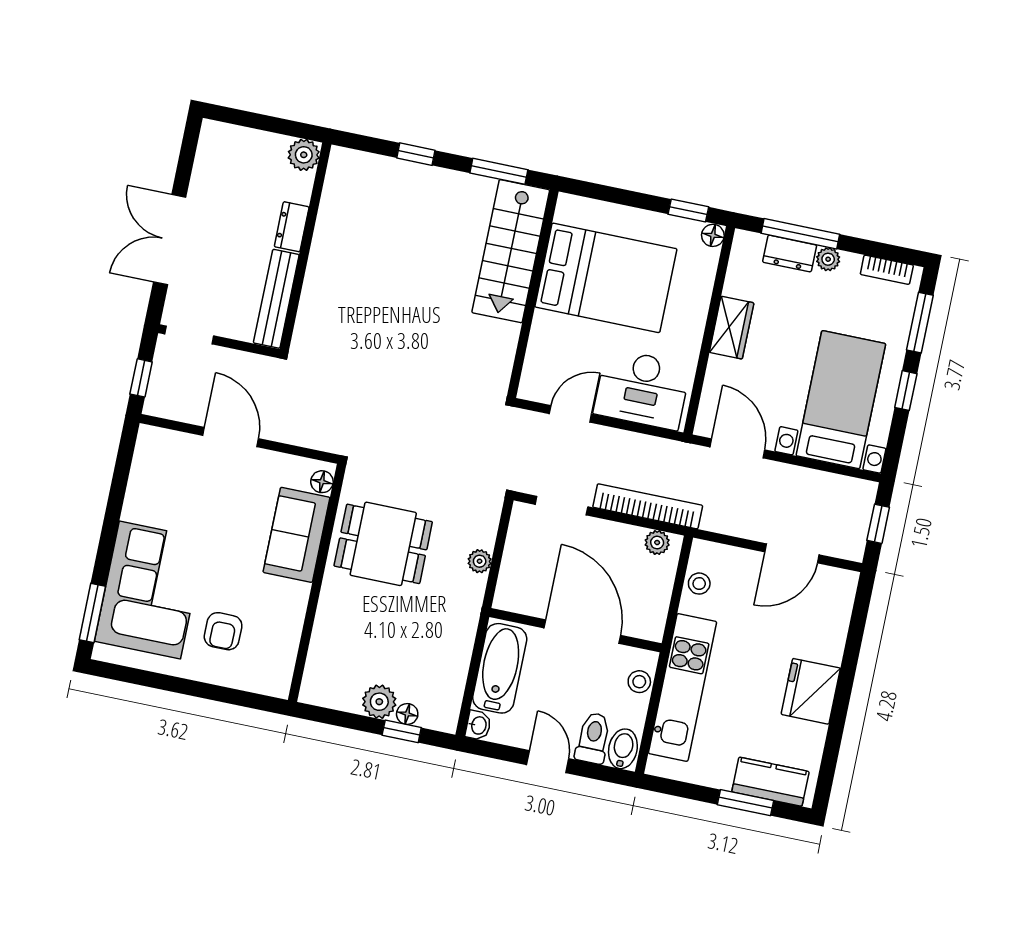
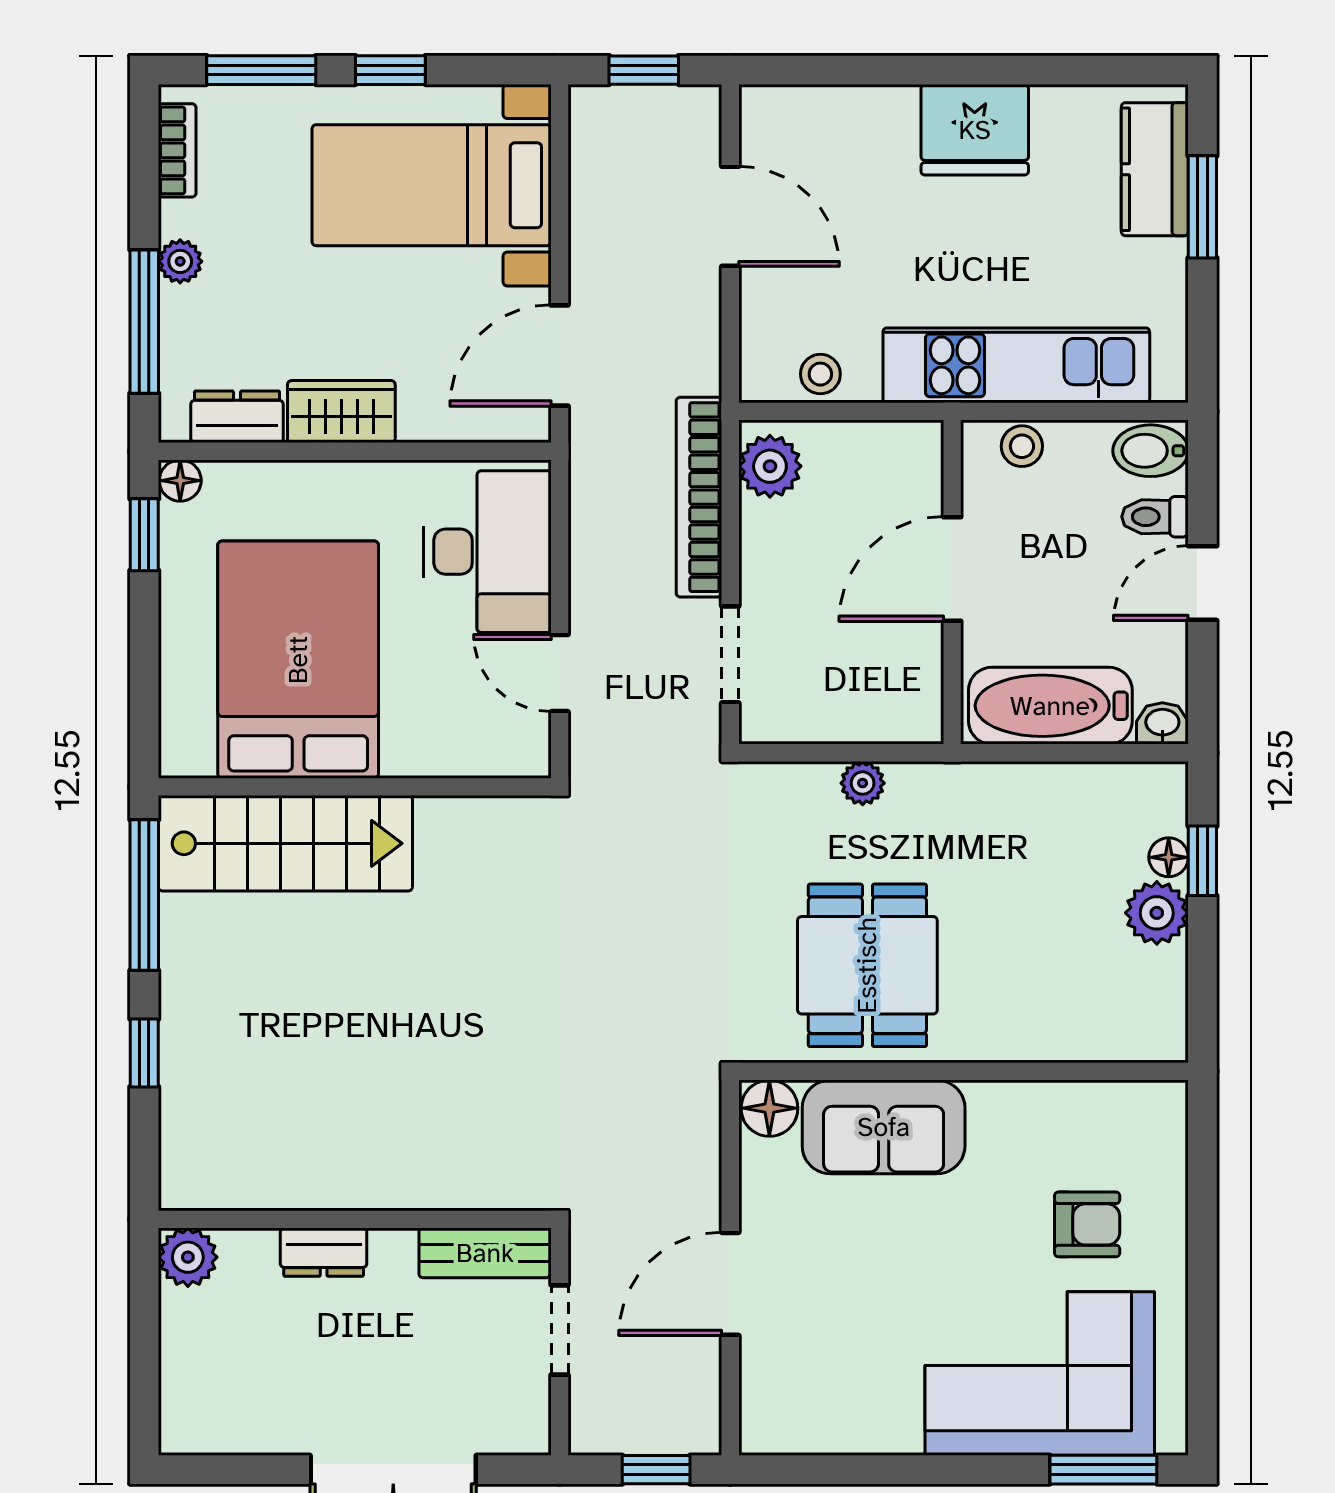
window: (499, 171) -> (144, 895), width x1.44
dresser: (790, 254) -> (237, 417), moved, turned -90
bench: (276, 299) -> (485, 1253), width x0.73
doorway: (189, 335) -> (560, 1330), moved
floor lamp: (322, 482) -> (769, 1108), width x1.37, depth x1.37
plant: (657, 543) -> (770, 466), width x1.38, depth x1.38
door: (582, 632) -> (952, 569), width x0.73
toilet: (593, 738) -> (1155, 517), width x0.73, depth x0.72

